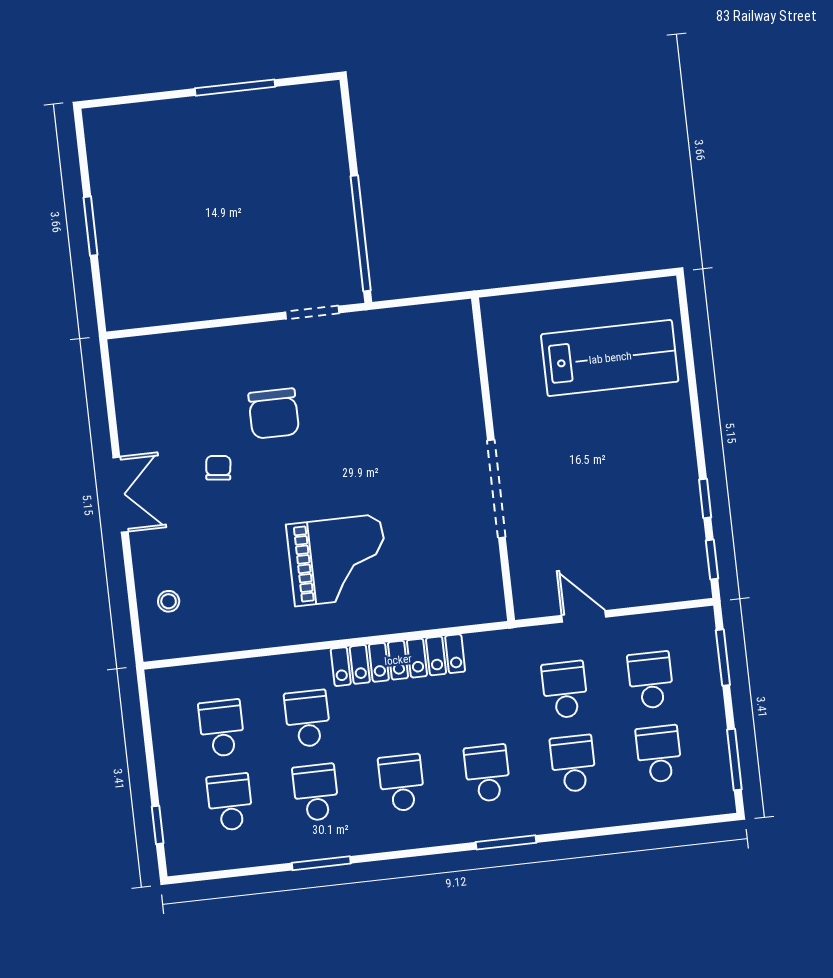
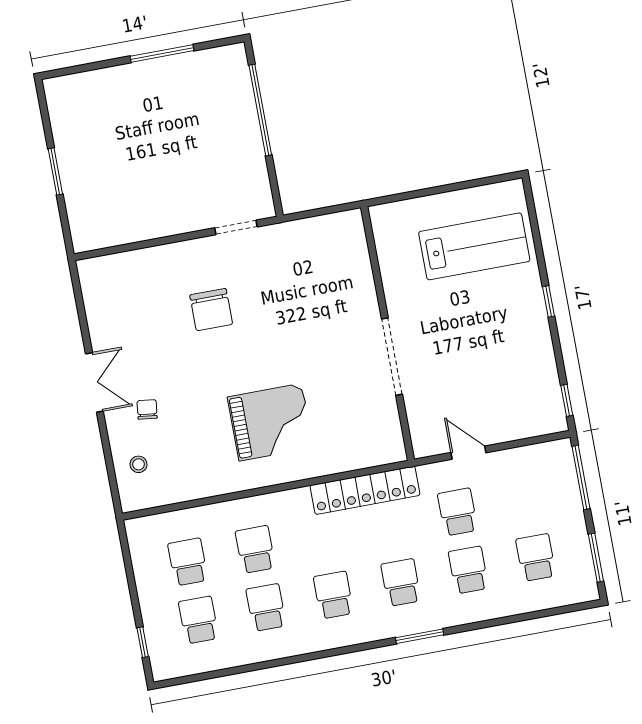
window: (361, 233) -> (260, 110), moved
chair: (218, 468) -> (147, 409), moved
window: (705, 498) -> (548, 301), moved
window: (723, 658) -> (581, 477), width x1.44
locker: (398, 660) -> (365, 490), moved
school desk: (651, 680) -> (525, 499), removed
window: (321, 863) -> (274, 663), removed

